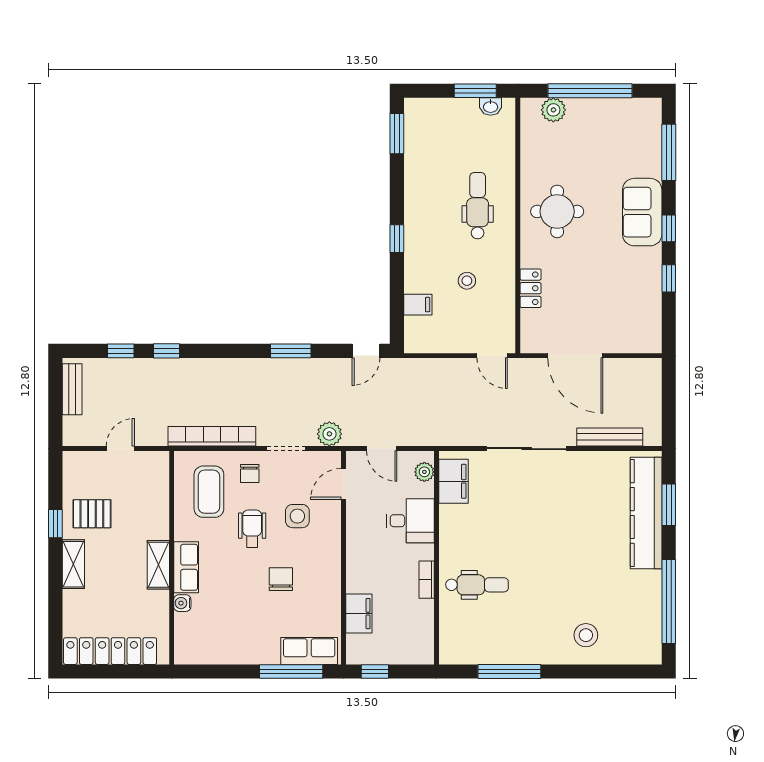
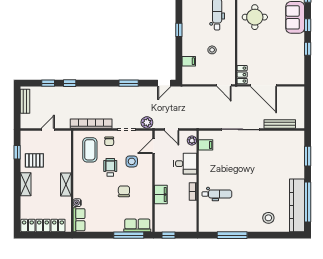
locker: (530, 288) -> (242, 75), moved
filing cabinet: (453, 481) -> (206, 145), width x0.50
kitchen counter: (646, 513) -> (297, 205), moved
window: (55, 524) -> (17, 152), moved
row of seats: (186, 567) -> (79, 220), moved
filing cabinet: (359, 614) -> (161, 194), moved

